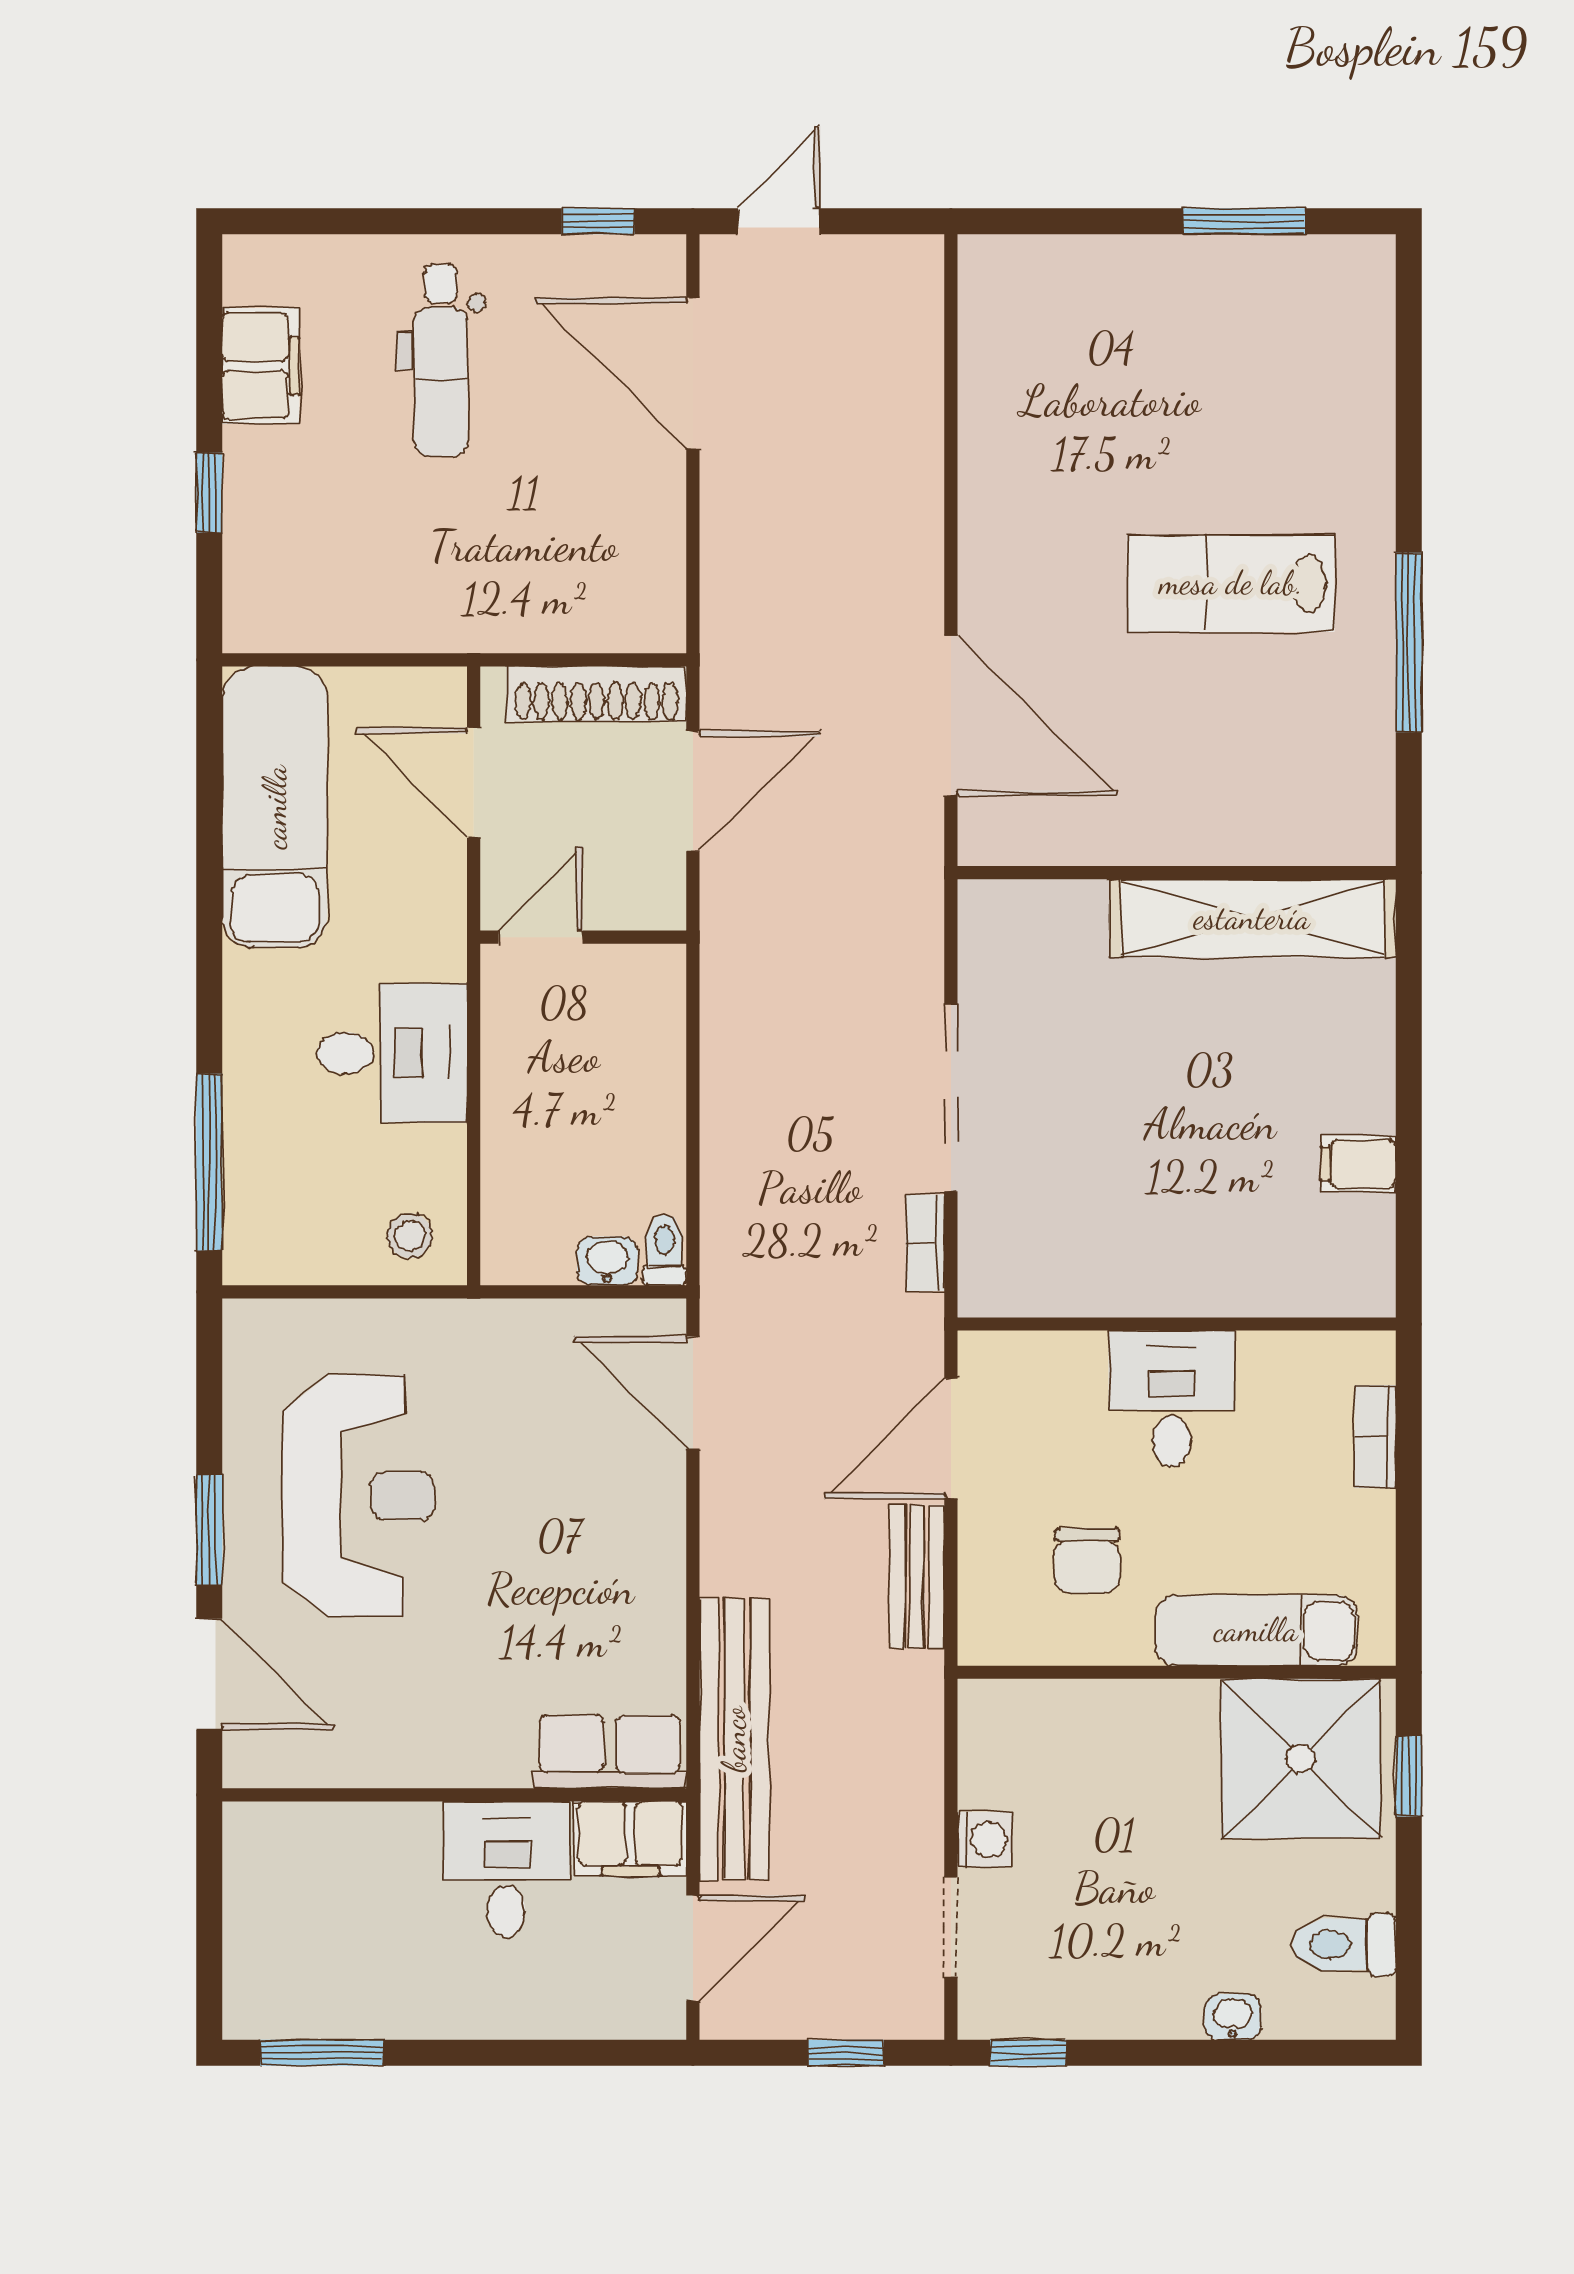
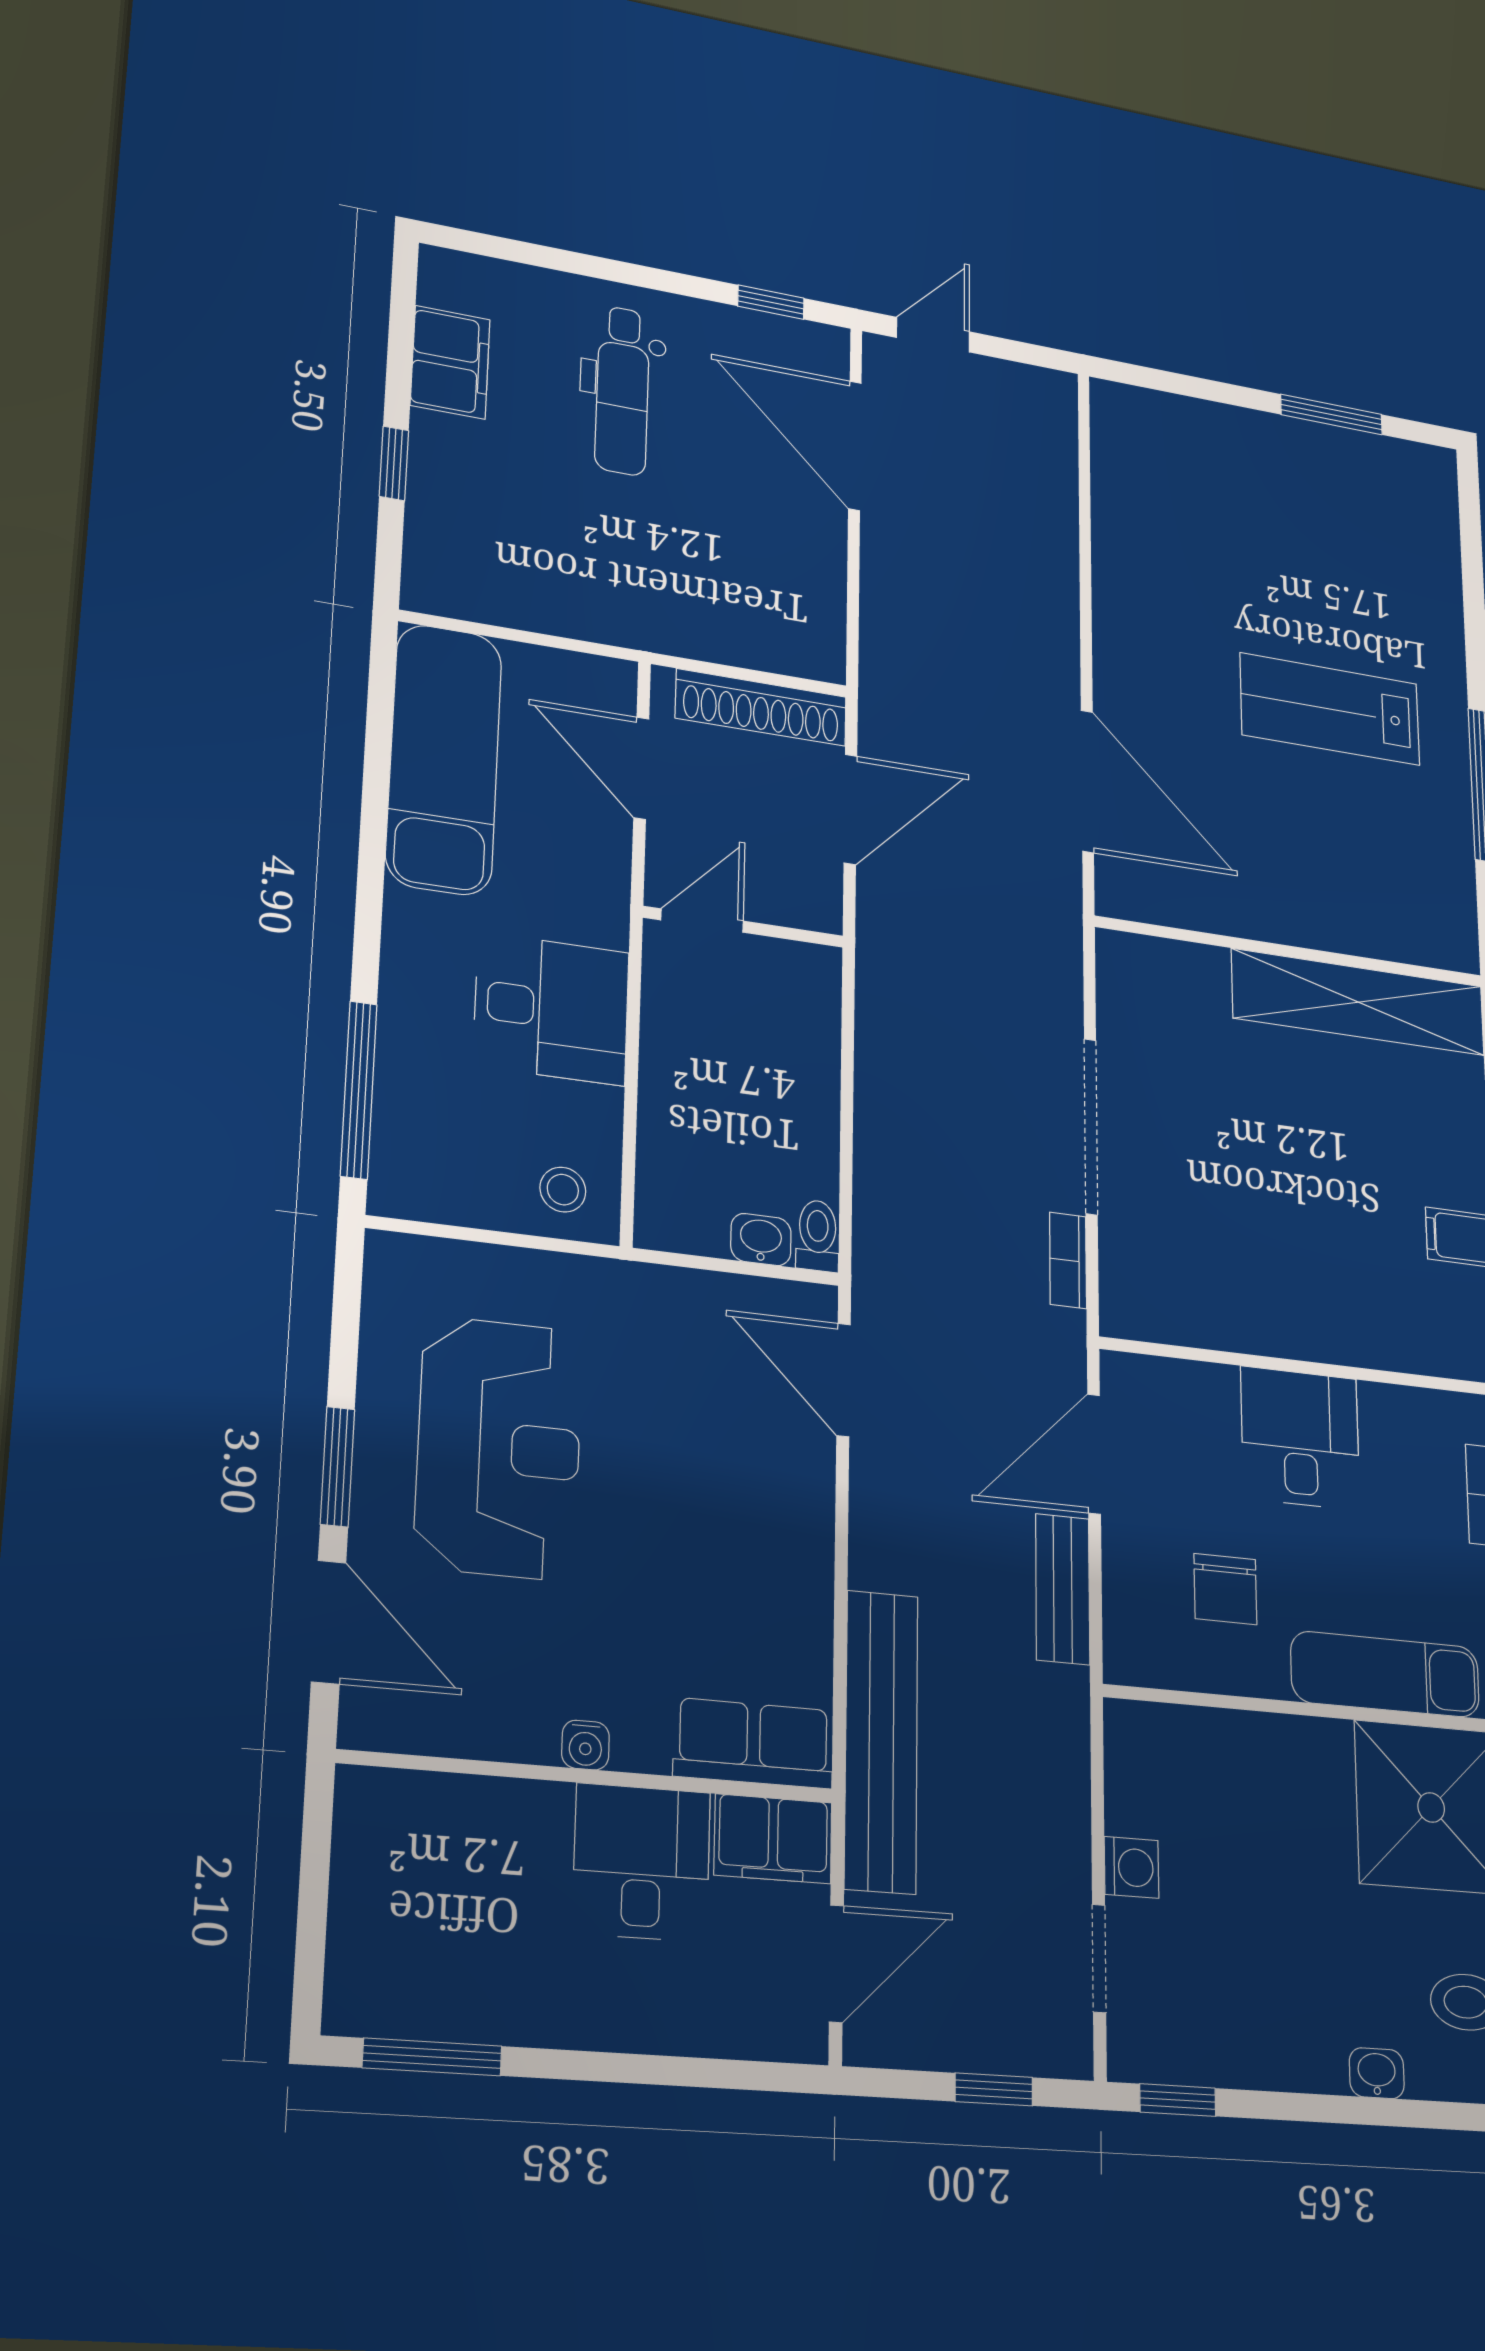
water cooler: (450, 1766) -> (585, 1745), added

